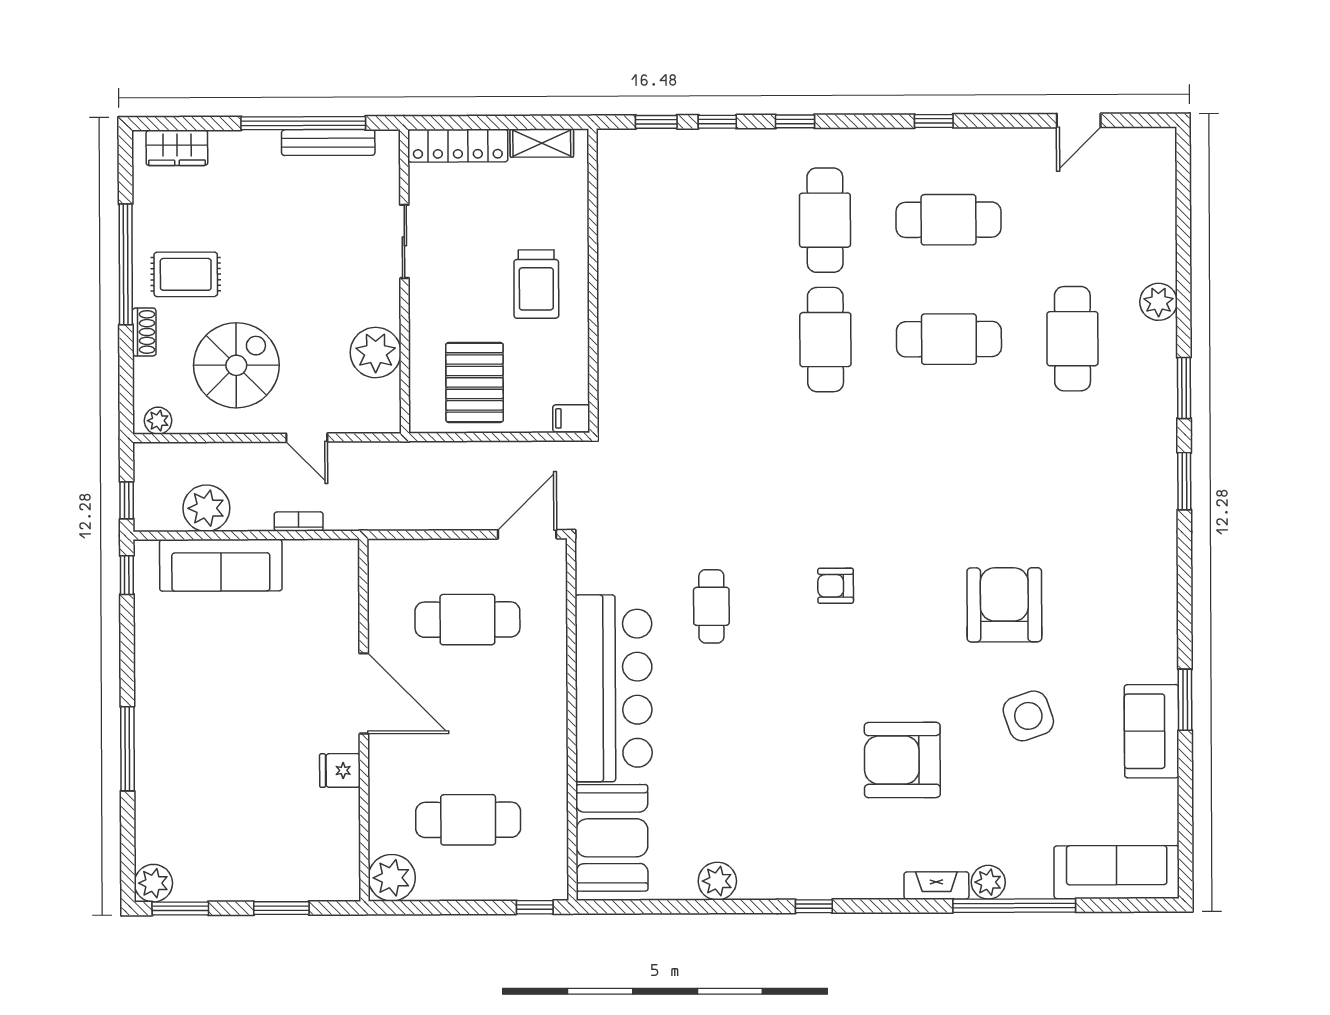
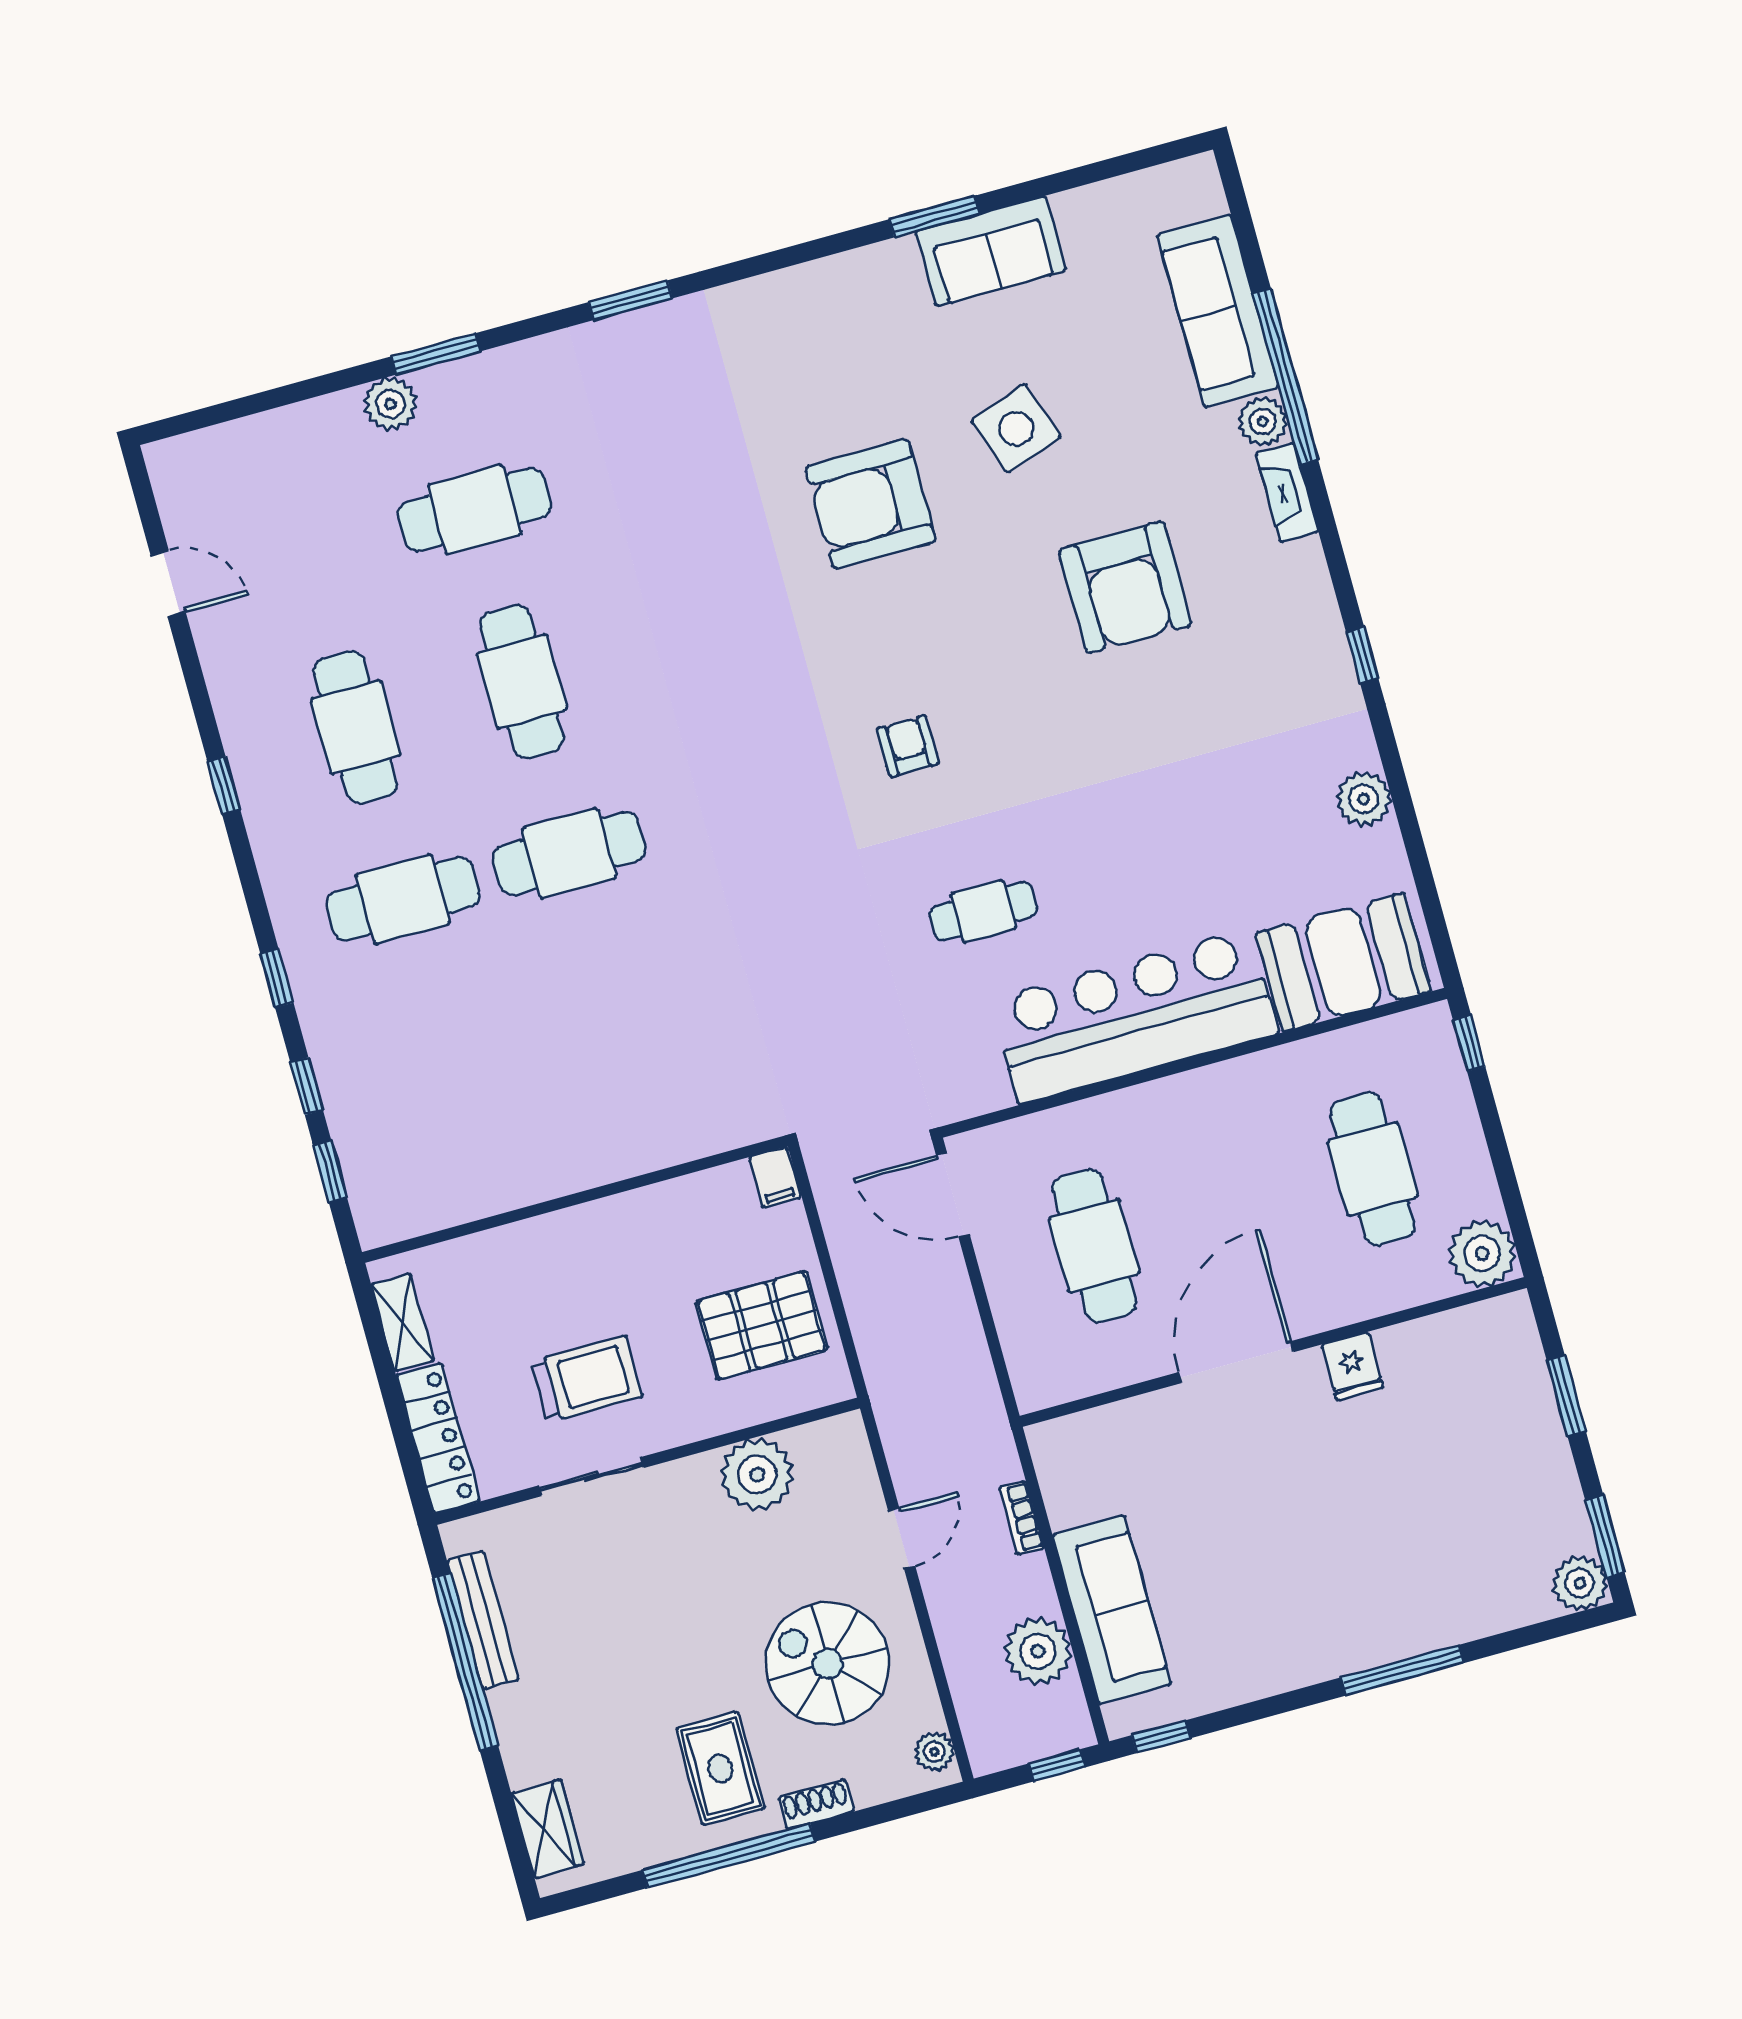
trolley: (536, 284) -> (587, 1379), moved
window: (1184, 388) -> (436, 354), moved
armchair: (836, 586) -> (908, 746), turned 180
sofa: (1117, 872) -> (1218, 311), moved

